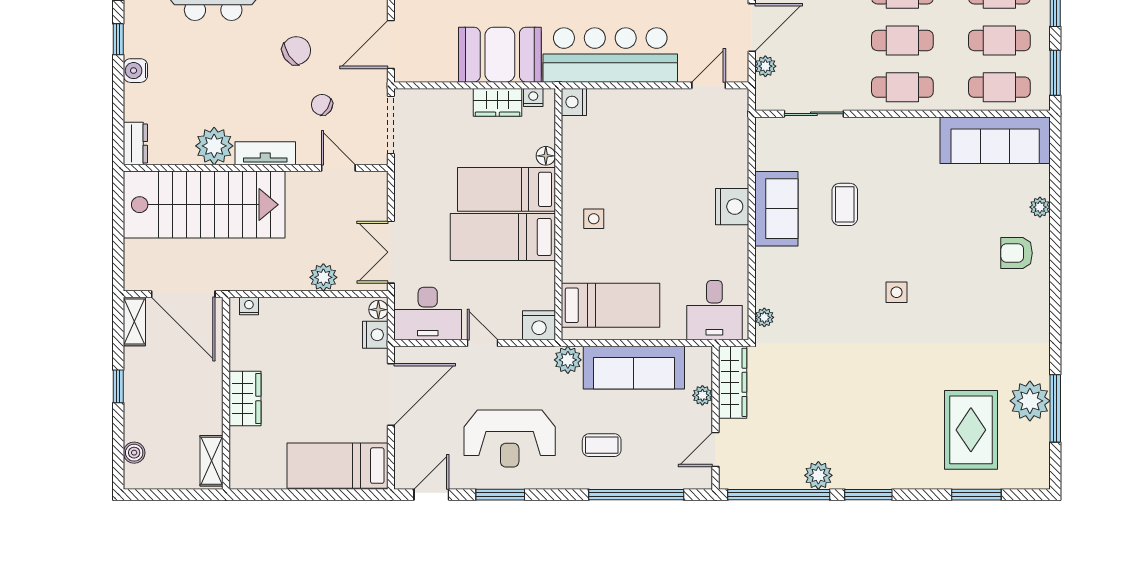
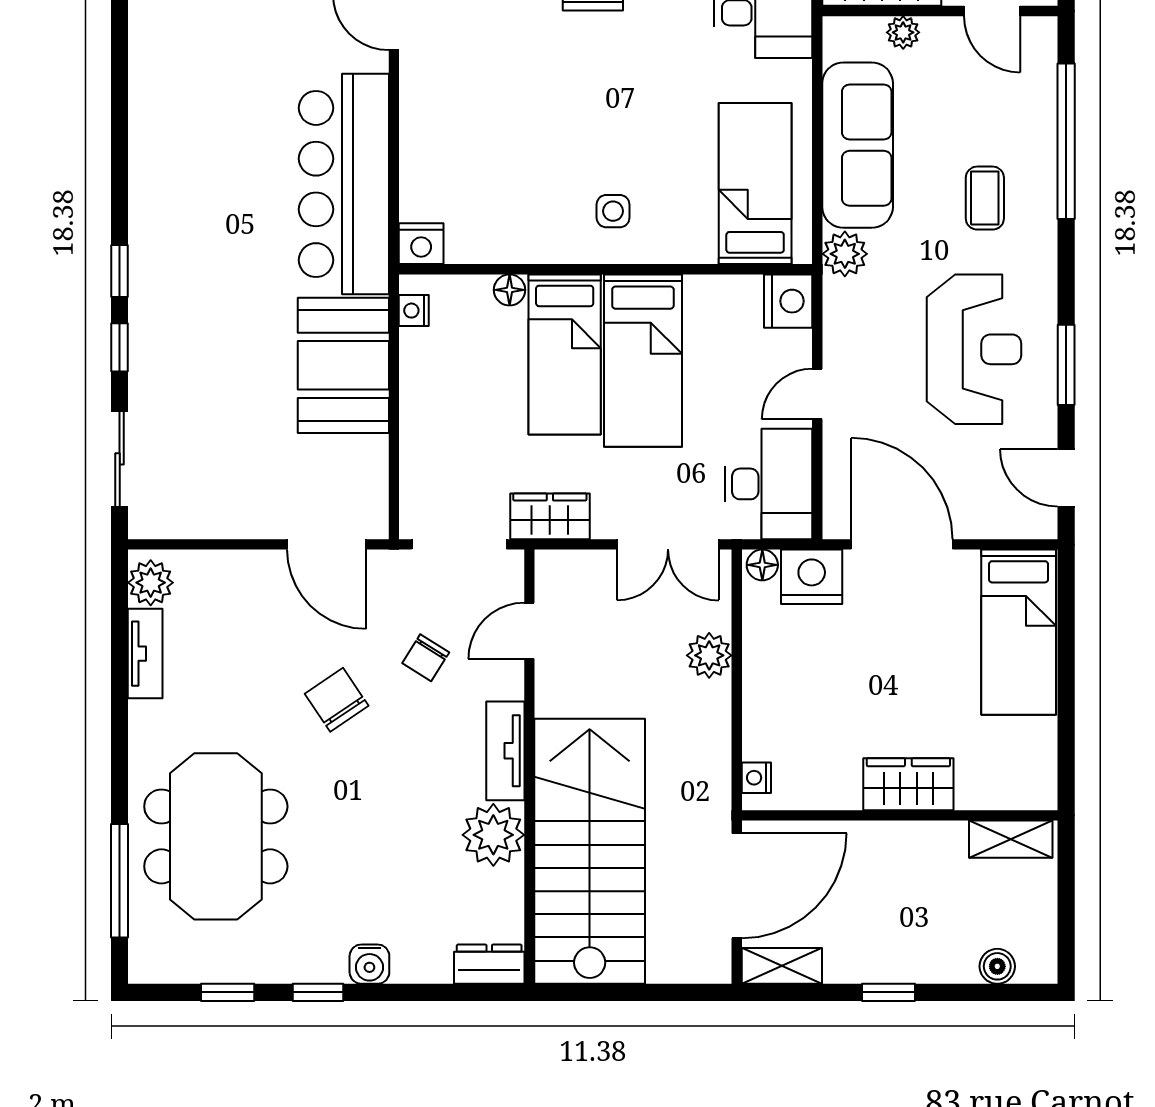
wardrobe: (498, 102) -> (550, 516), moved, turned -90
nightstand: (375, 335) -> (812, 577), width x1.36, depth x1.33

